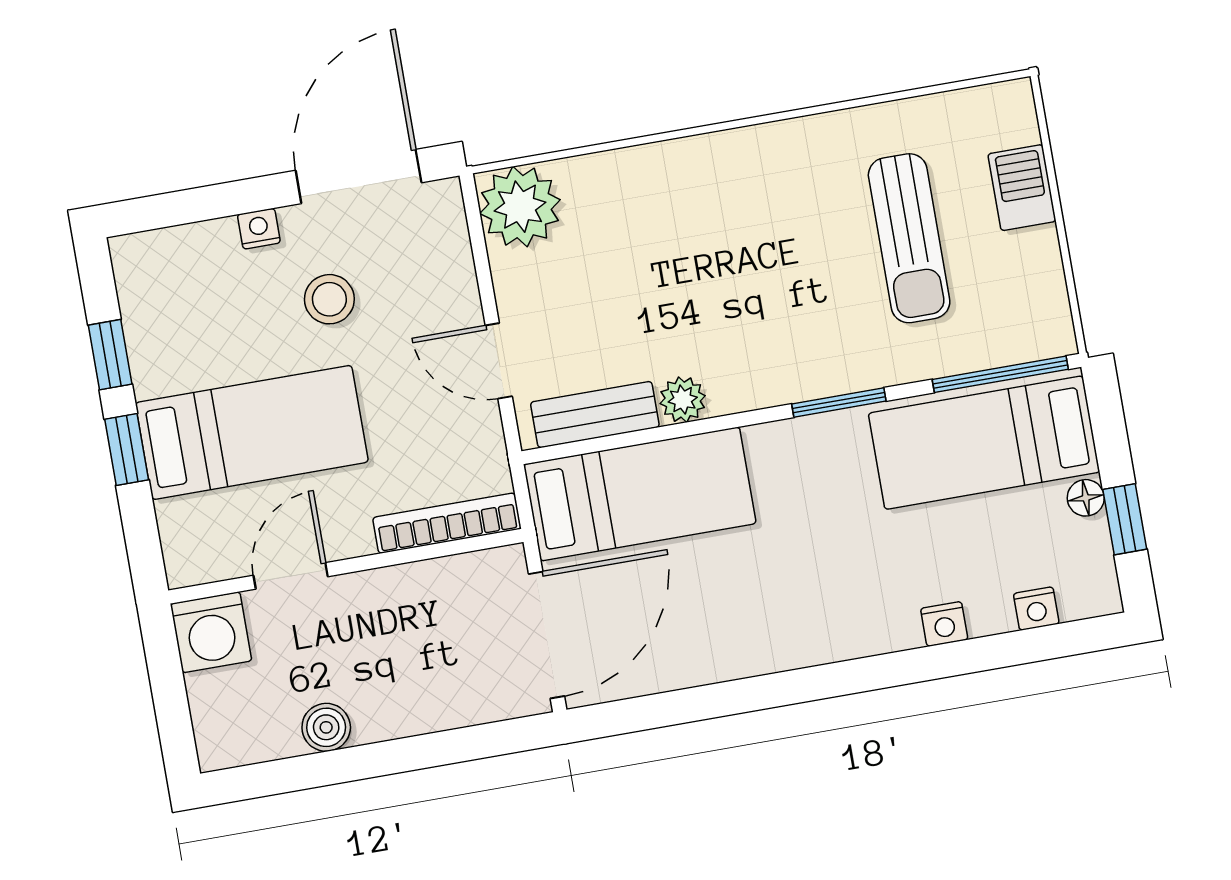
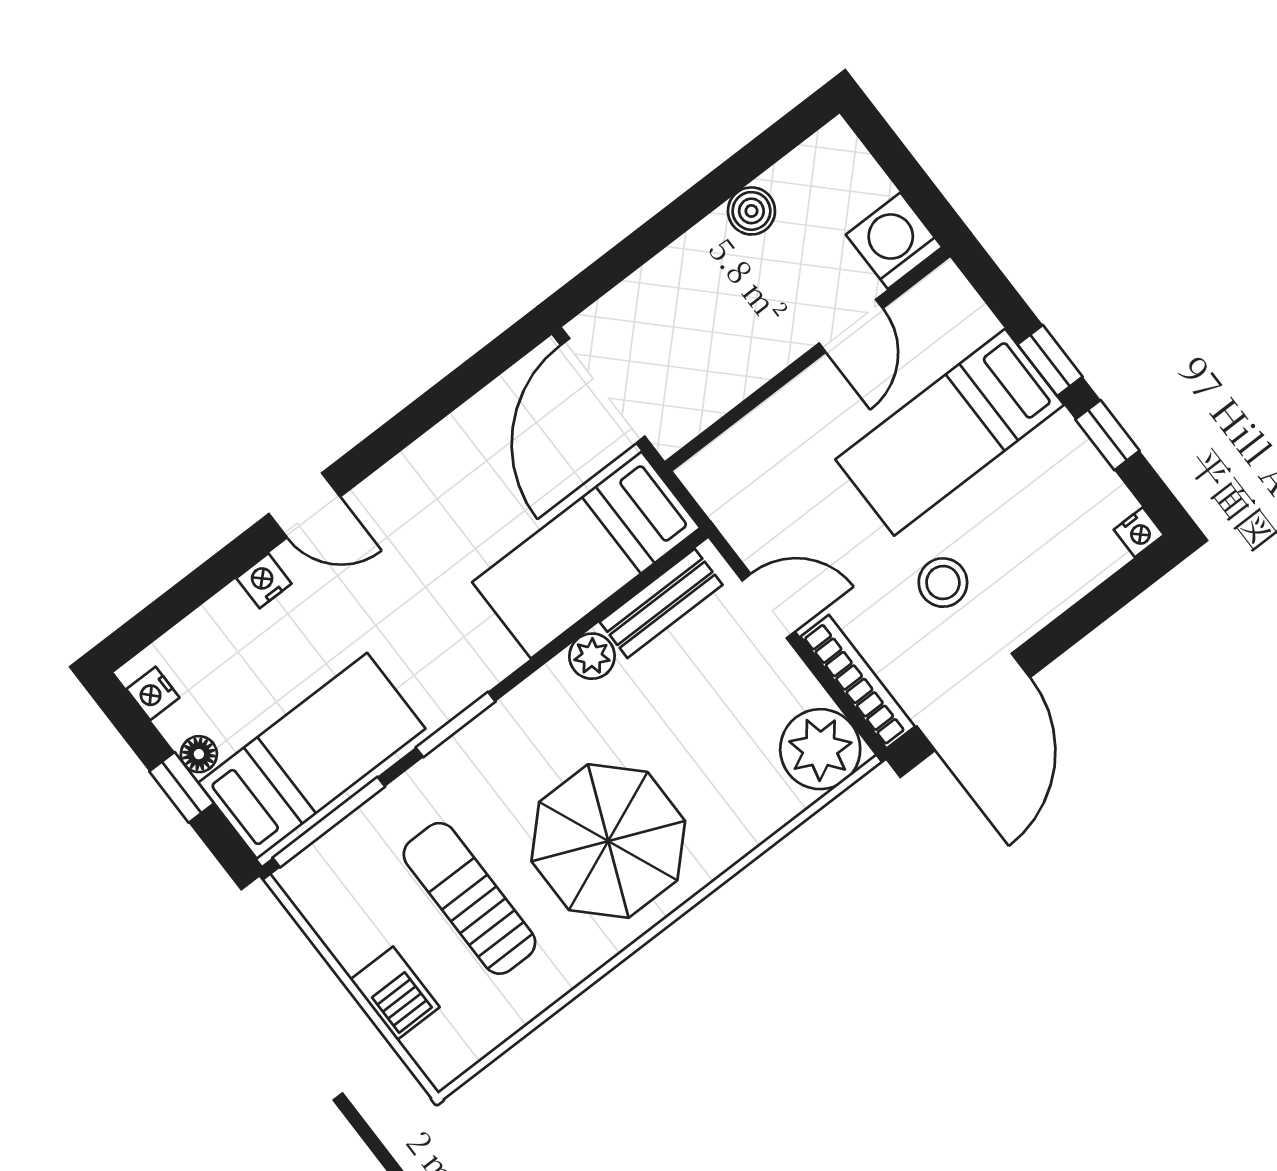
parasol: (756, 224) -> (608, 841), added
nightstand: (259, 229) -> (1139, 532), moved
window: (1125, 519) -> (182, 787), moved
bookcase: (447, 523) -> (858, 682), moved, turned -90
nightstand: (1036, 609) -> (153, 693), moved, turned -90
door: (872, 673) -> (304, 505), added

